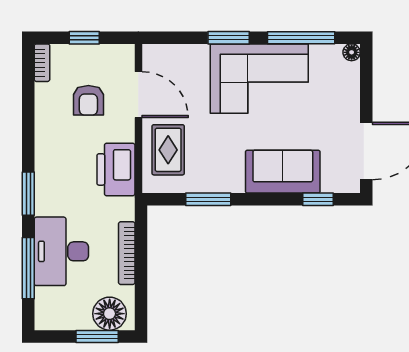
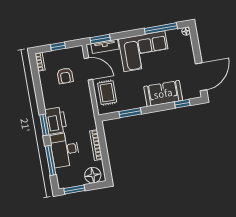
window: (229, 38) -> (100, 39), moved
tv unit: (181, 54) -> (105, 46), added
printer: (116, 169) -> (56, 121), moved, turned 180
window: (97, 336) -> (74, 190), moved

